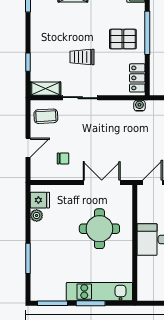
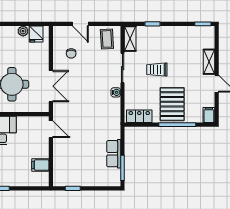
pallet: (123, 39) -> (172, 104), width x1.50, depth x1.42
trolley: (82, 57) -> (157, 70), turned -90
water cooler: (139, 106) -> (116, 92), moved

